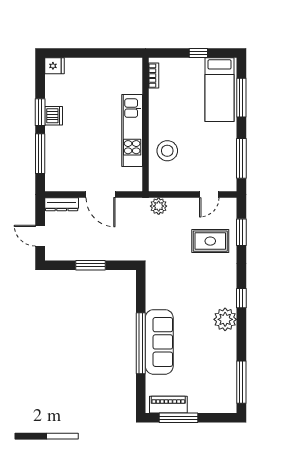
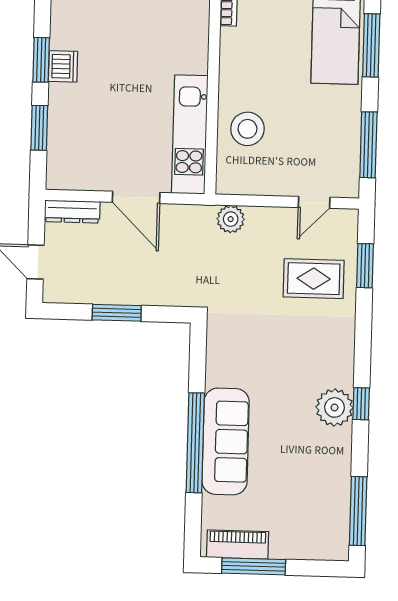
kitchen unit: (132, 130) -> (190, 134), moved
window: (40, 154) -> (39, 128), width x0.69
window: (241, 298) -> (361, 404), moved

